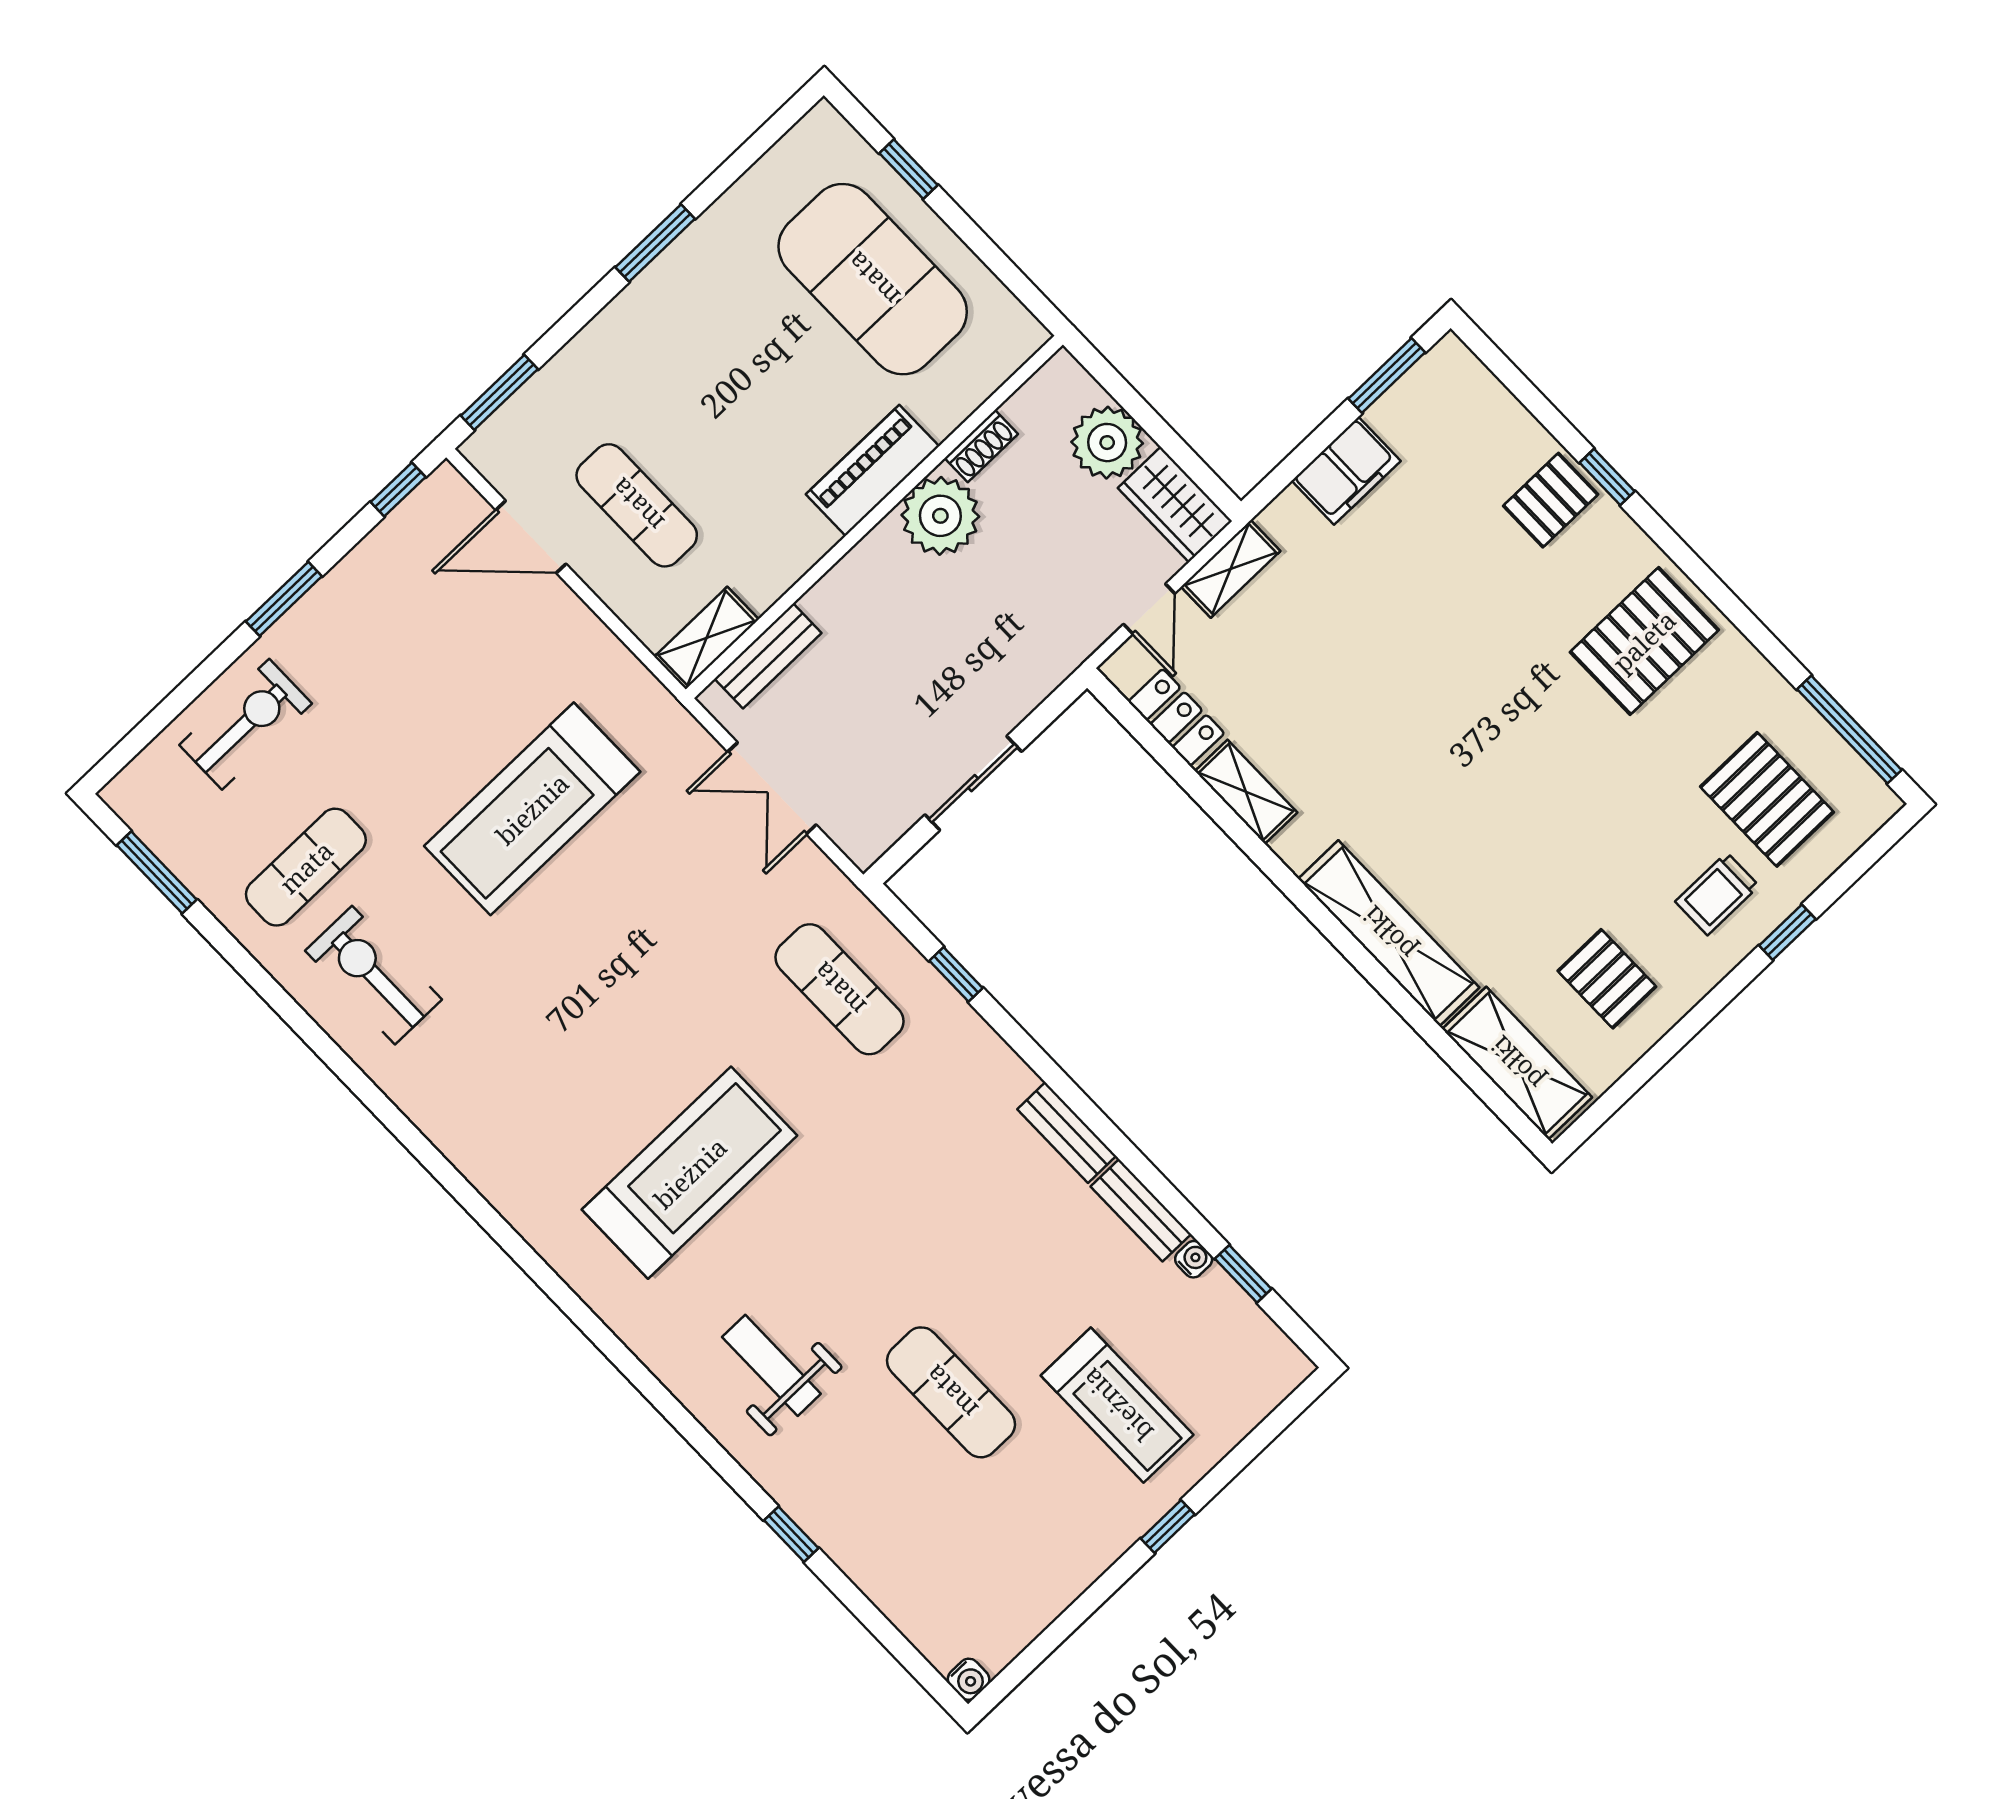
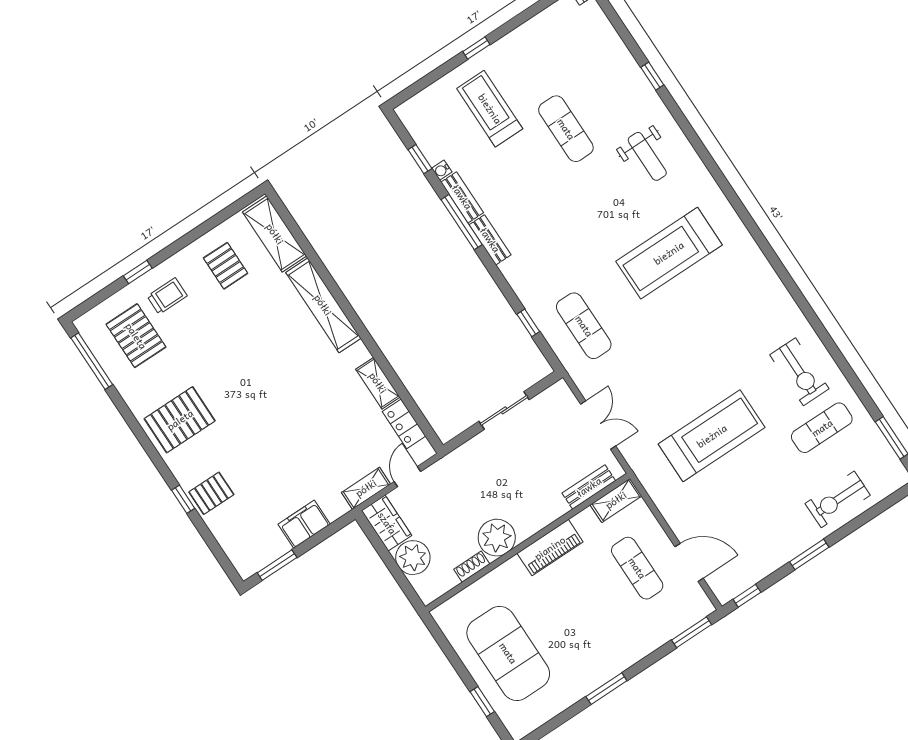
piano: (873, 470) -> (550, 548), moved
window: (1133, 1159) -> (462, 222), added

